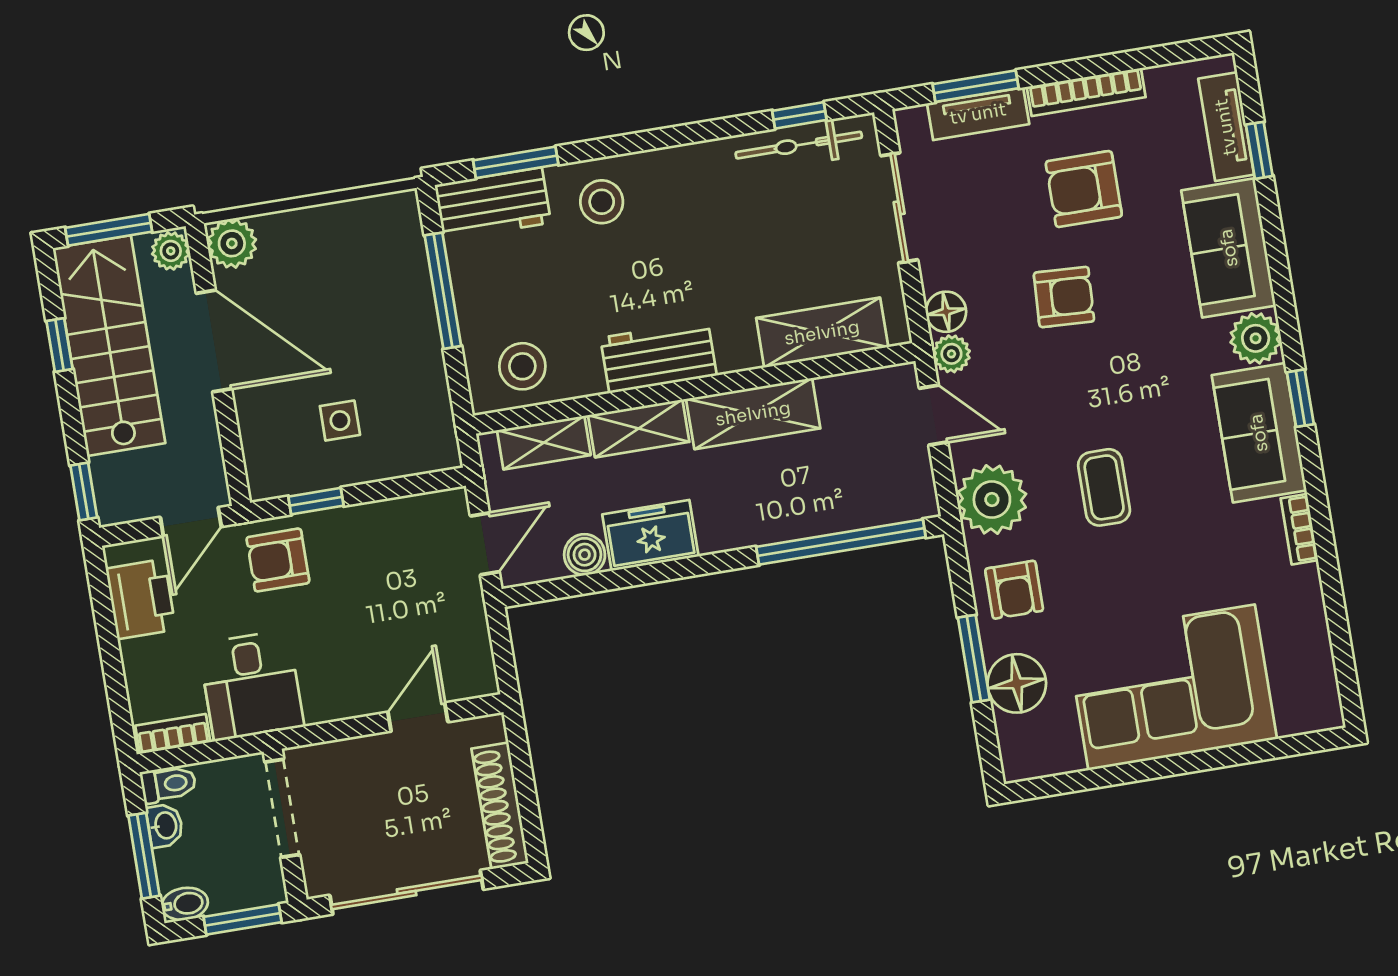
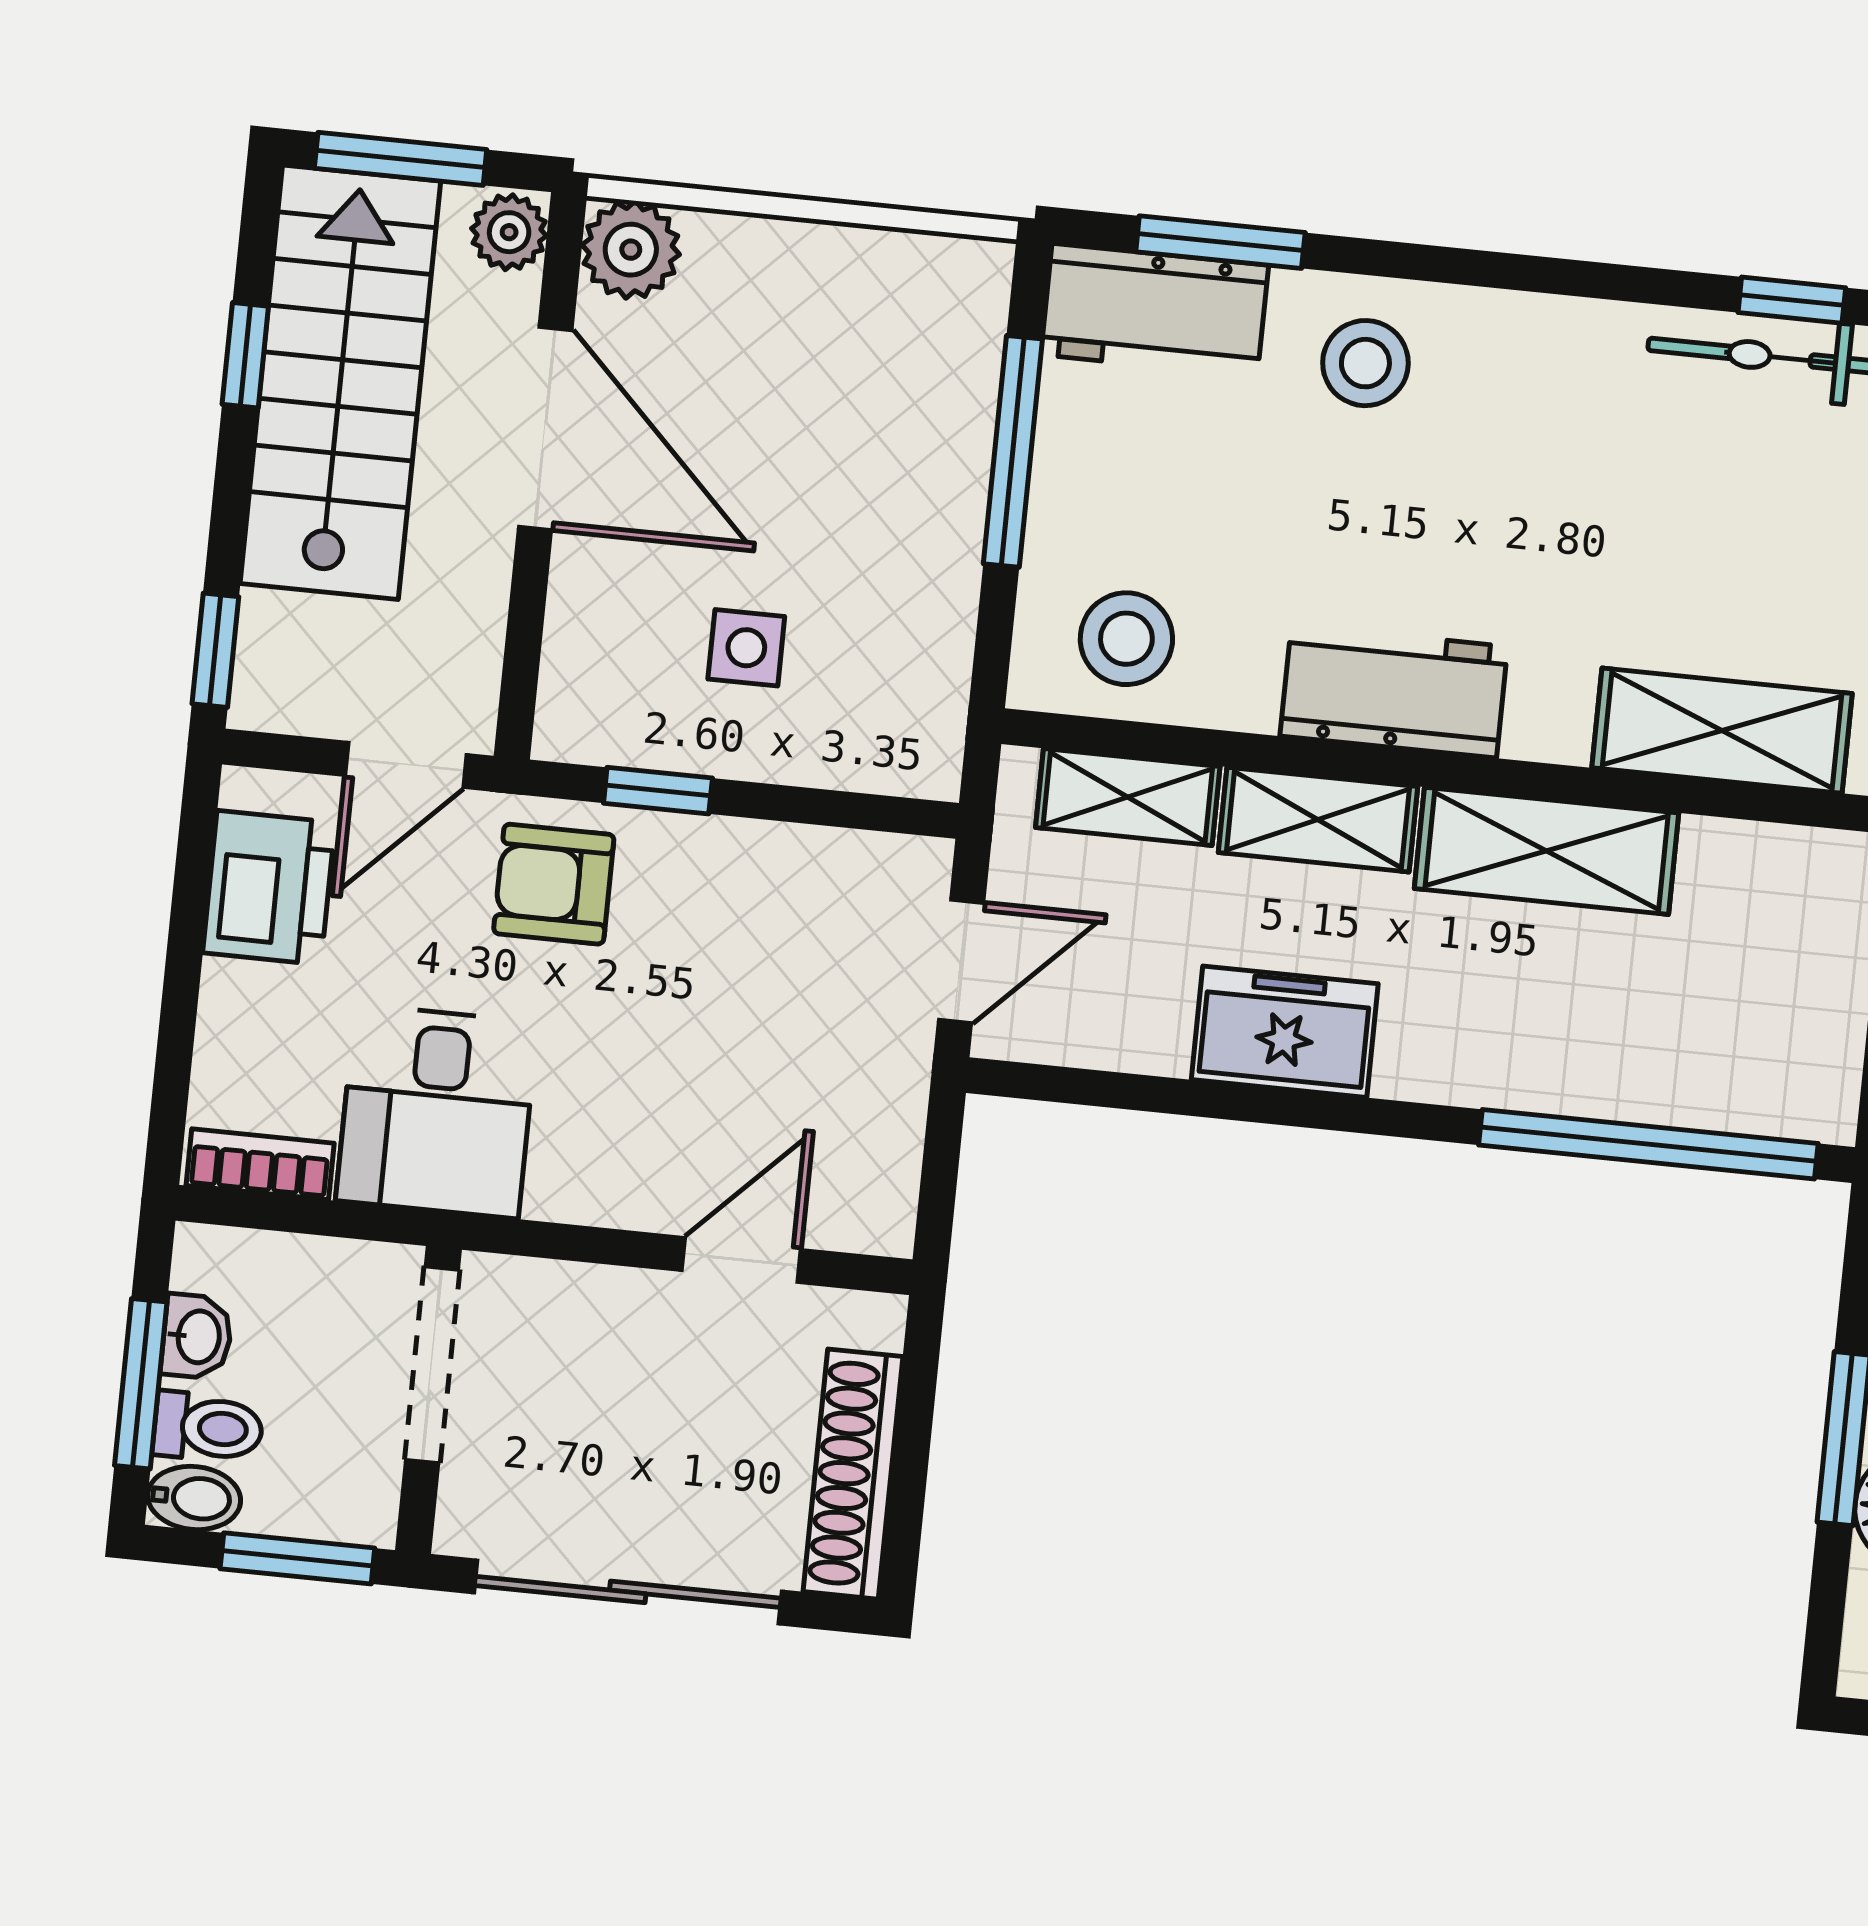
boiler: (585, 555) -> (1148, 1034), removed
toilet: (168, 784) -> (208, 1427), moved

